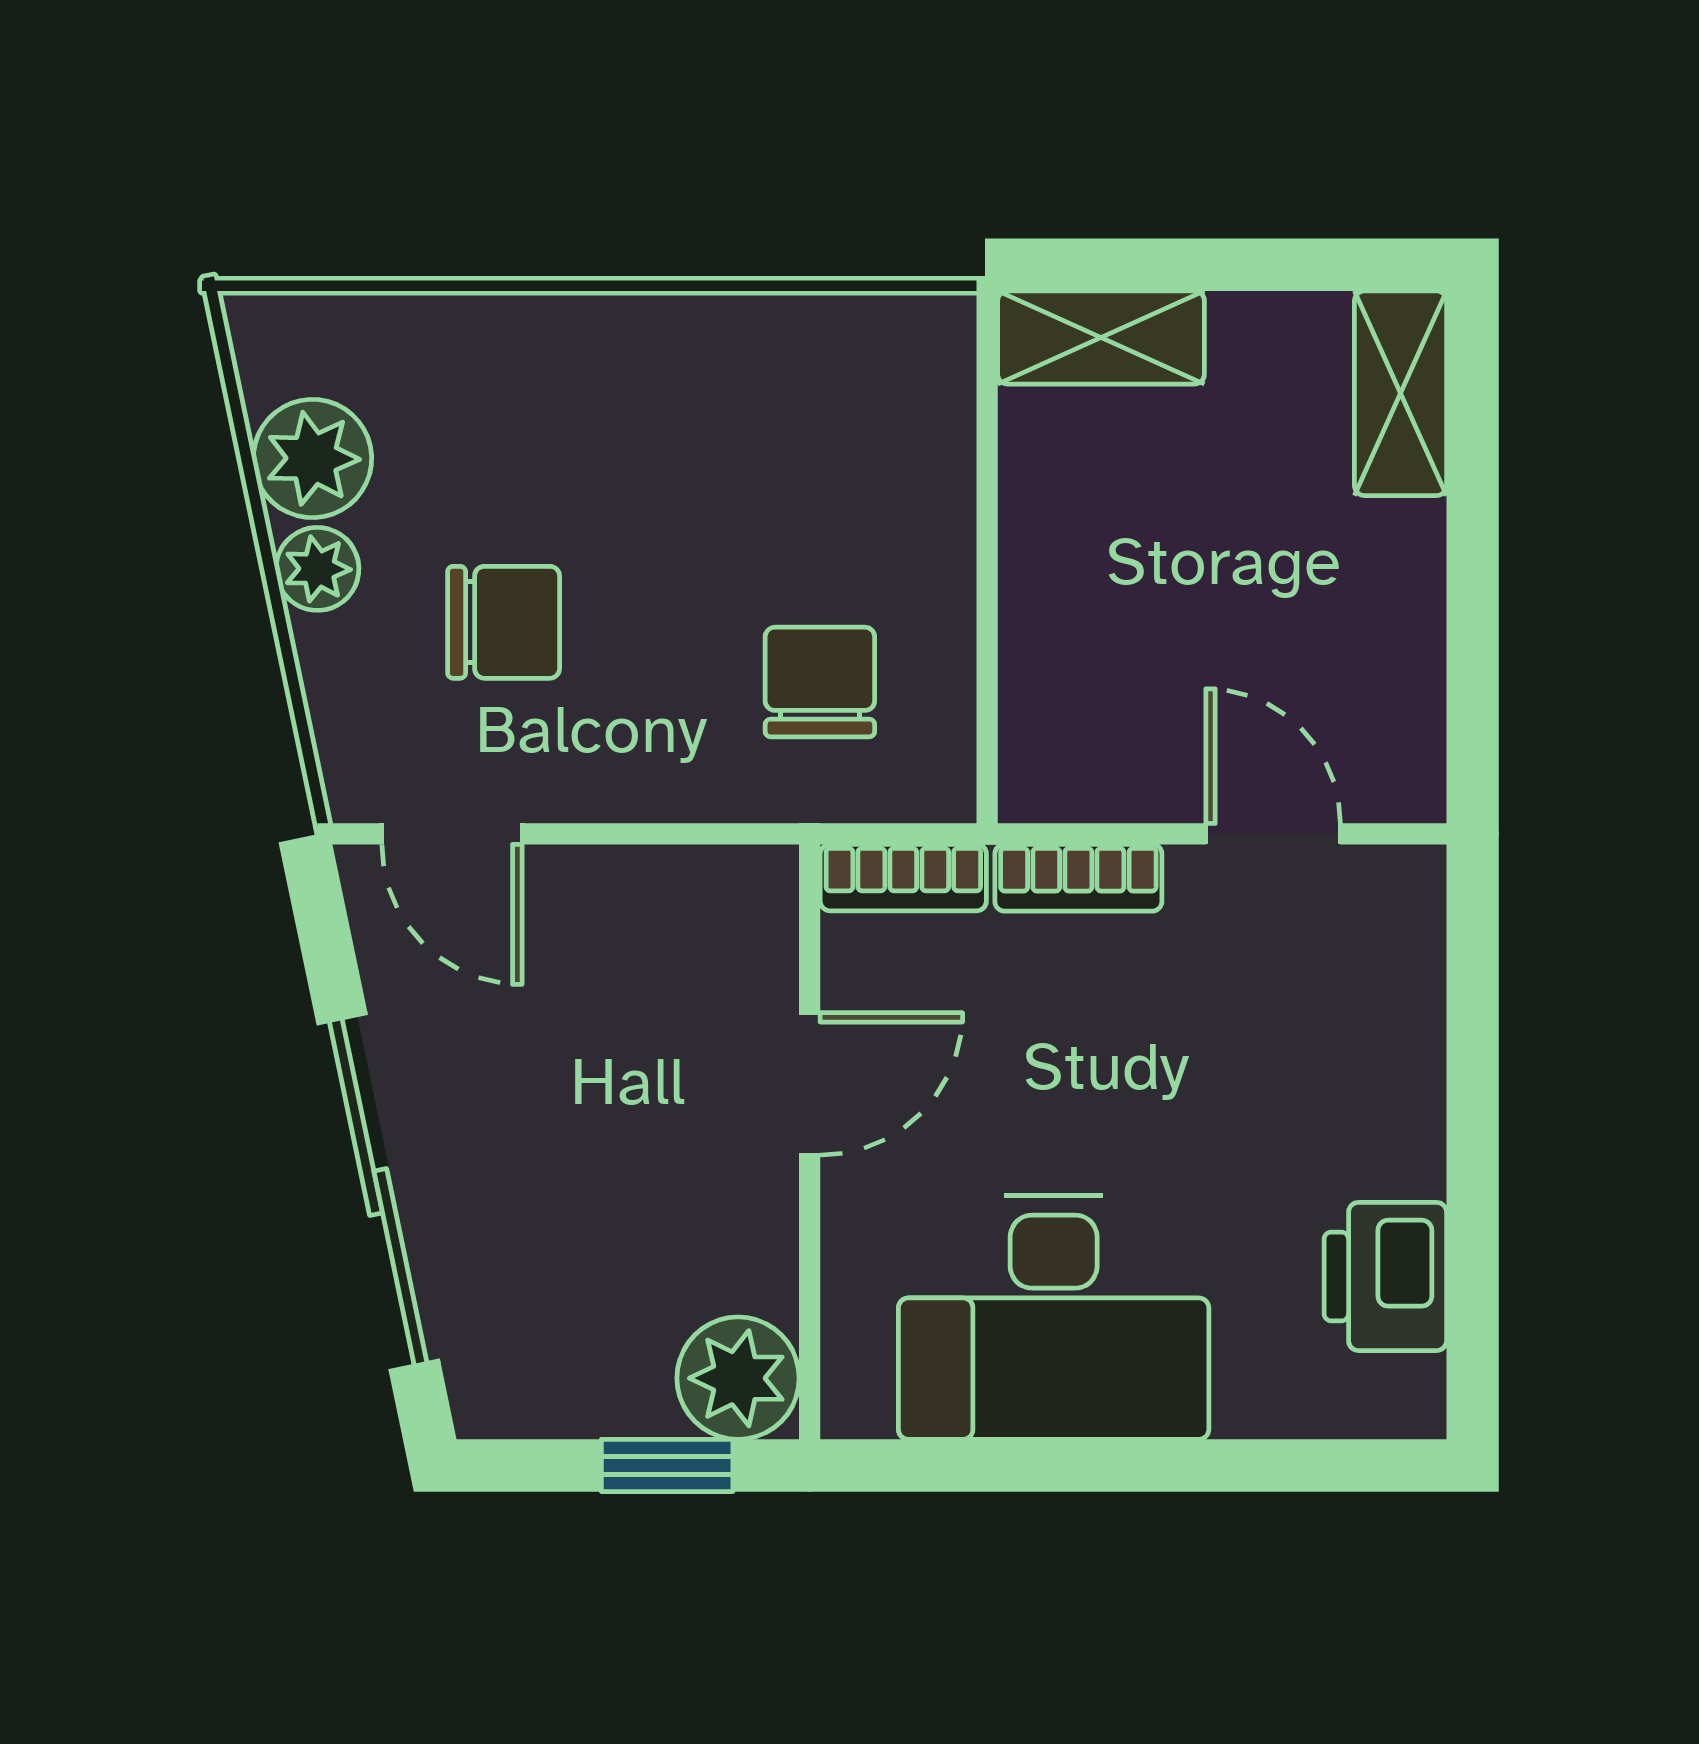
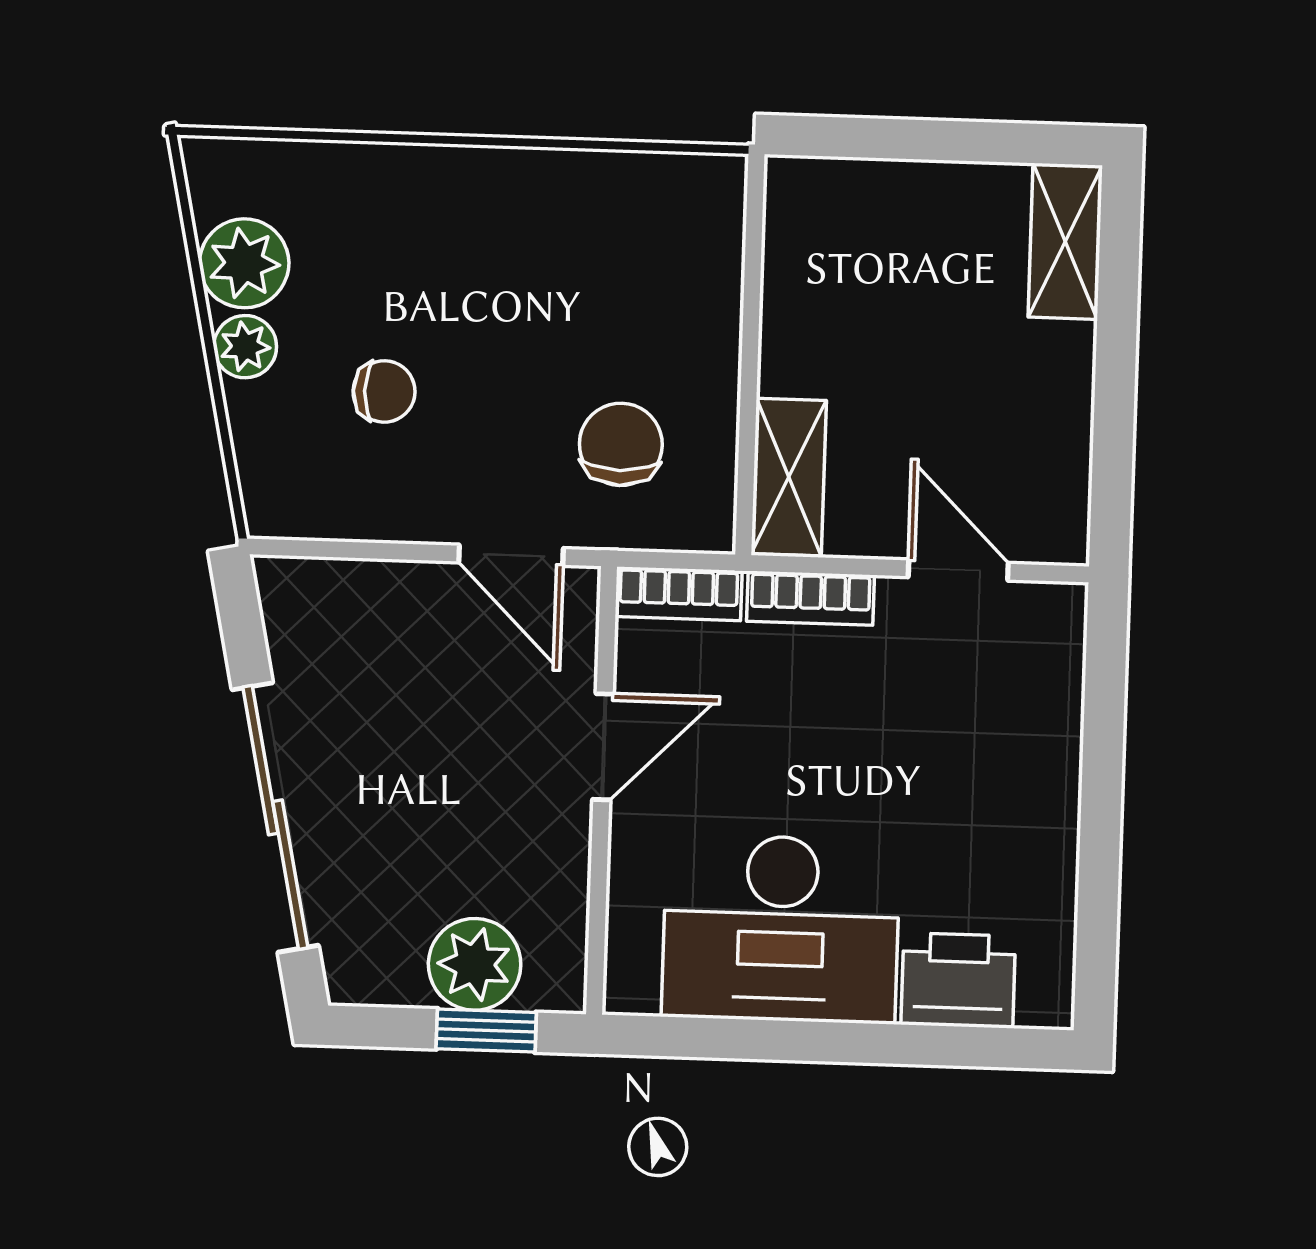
shelving: (1101, 337) -> (789, 477), moved, turned 90
chair: (504, 622) -> (384, 391), width x0.73, depth x0.73
door: (452, 834) -> (511, 555), moved
printer: (1385, 1276) -> (958, 980), moved, turned 90
plant: (738, 1378) -> (475, 964), moved

